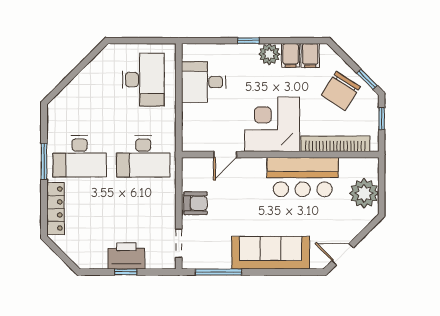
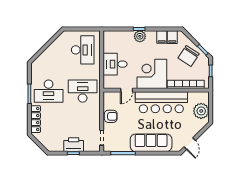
plant: (269, 54) -> (140, 36), moved
desk: (204, 82) -> (115, 64), moved
desk: (143, 156) -> (83, 91), turned 180
bar counter: (303, 177) -> (161, 102), width x1.36
door: (343, 254) -> (190, 144), swing flipped

